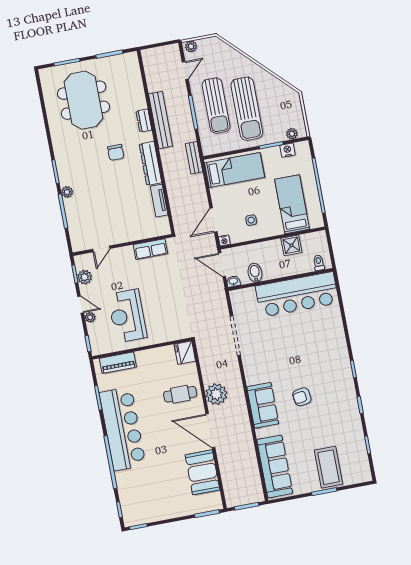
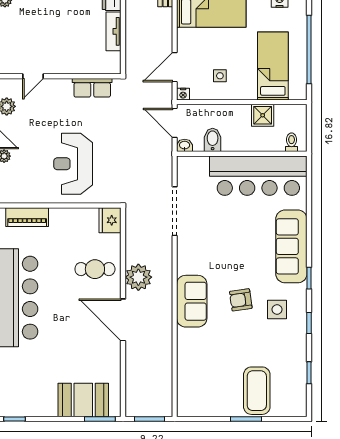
reception desk: (127, 316) -> (73, 164), moved
side table: (332, 399) -> (277, 309), added
sofa: (275, 466) -> (291, 246), moved, turned 180
booth: (202, 472) -> (83, 400), moved, turned 90

